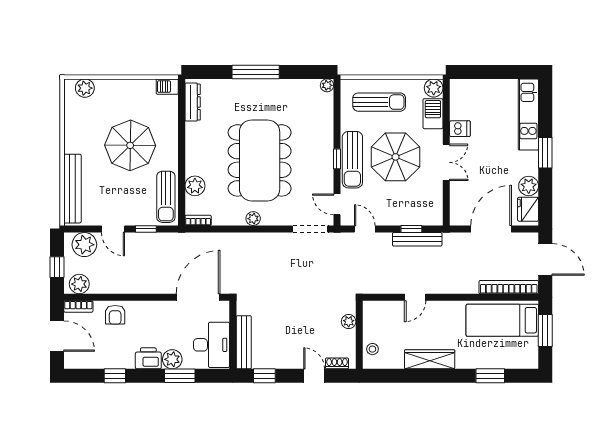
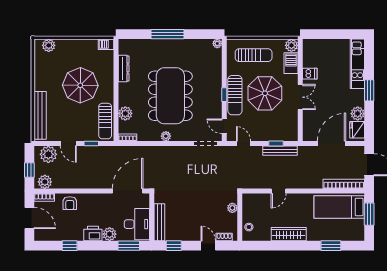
dresser: (193, 102) -> (124, 68), moved
window: (180, 376) -> (129, 246), moved

